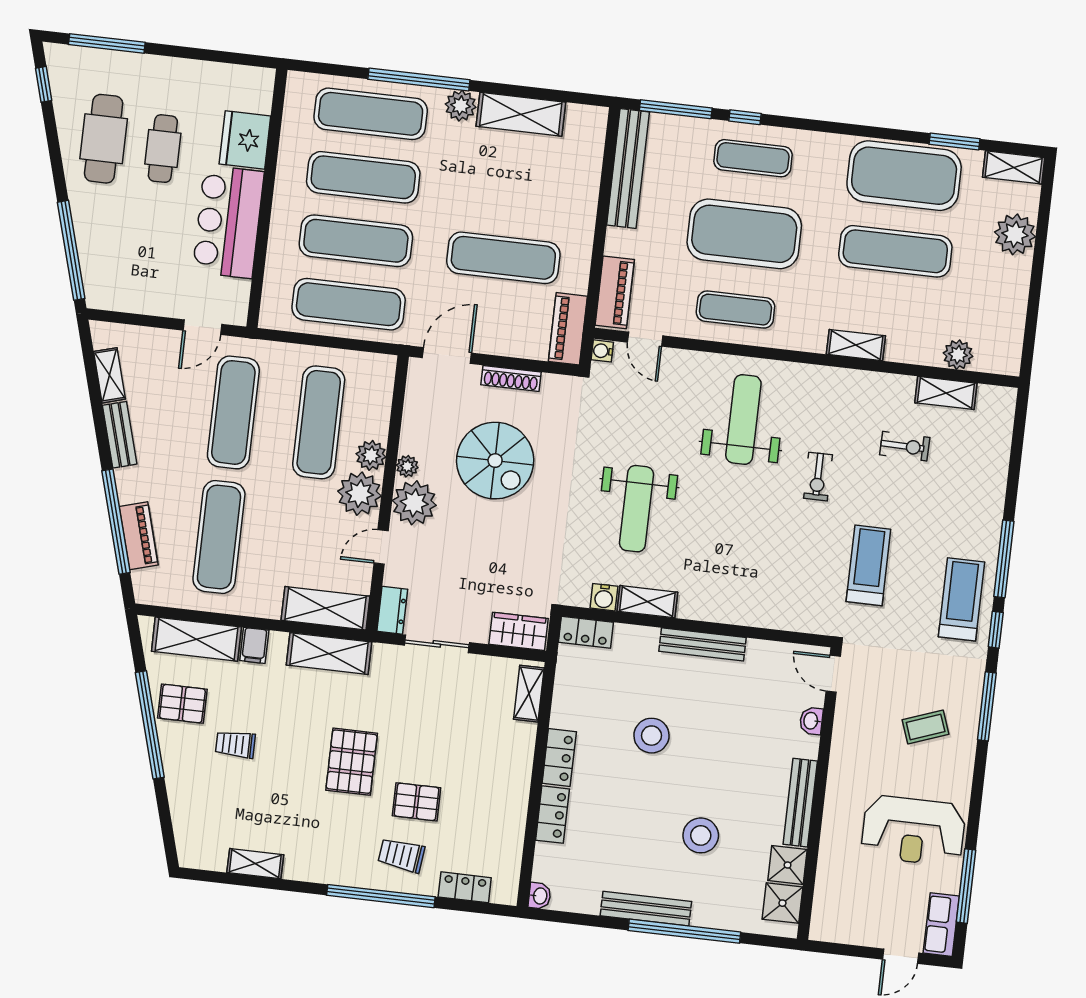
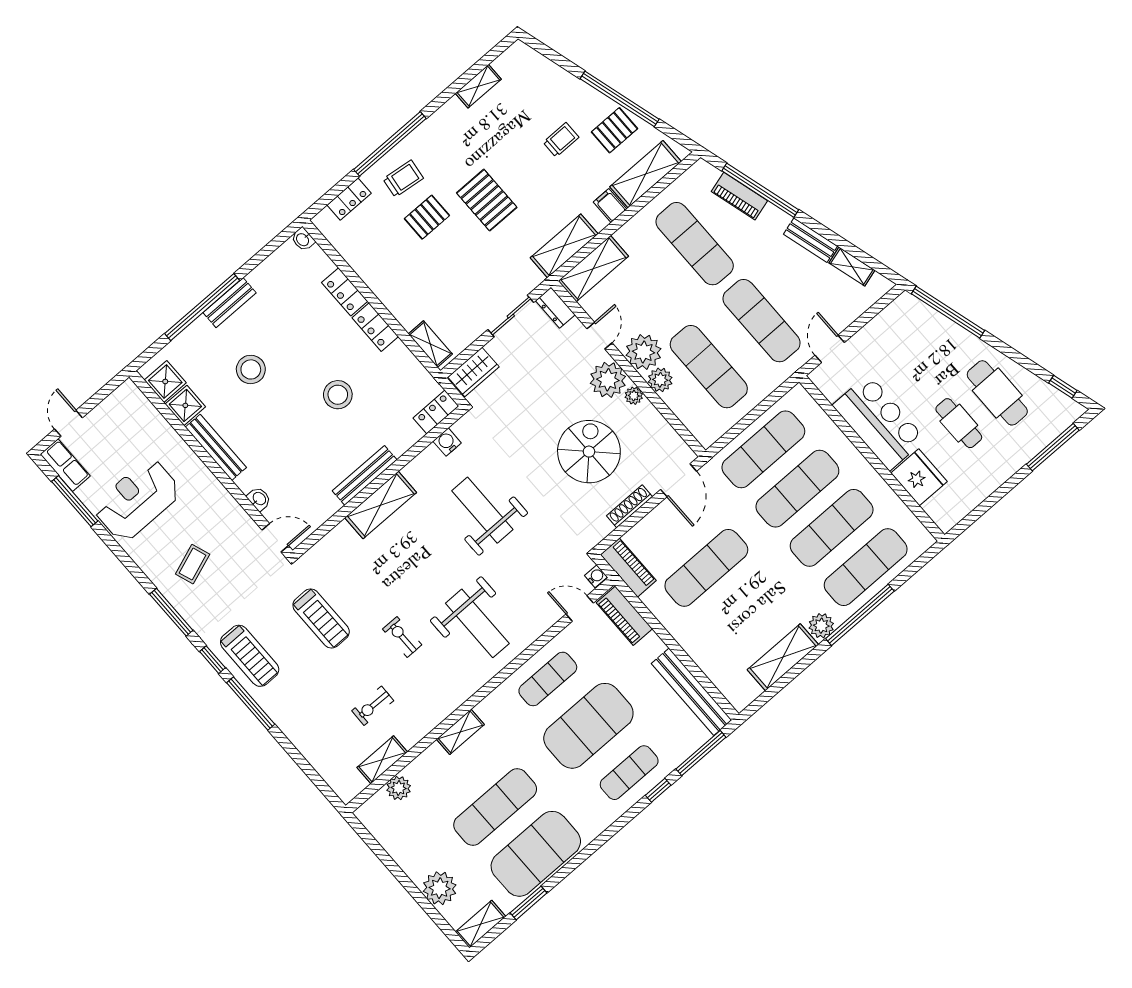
spiral stairs: (495, 461) -> (589, 452), turned 90
shelving: (647, 602) -> (381, 505), moved, width x1.50, depth x1.33
bench: (646, 909) -> (230, 303), width x0.73

